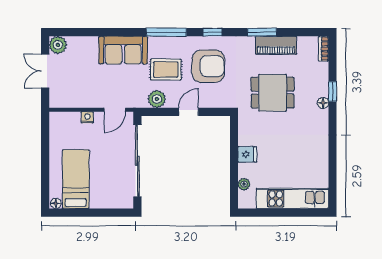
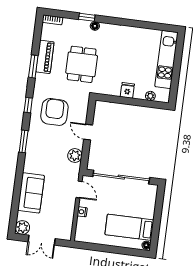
window: (166, 32) -> (24, 141), width x0.69
sofa: (123, 50) -> (31, 193), moved
rug: (166, 69) -> (53, 146), removed

